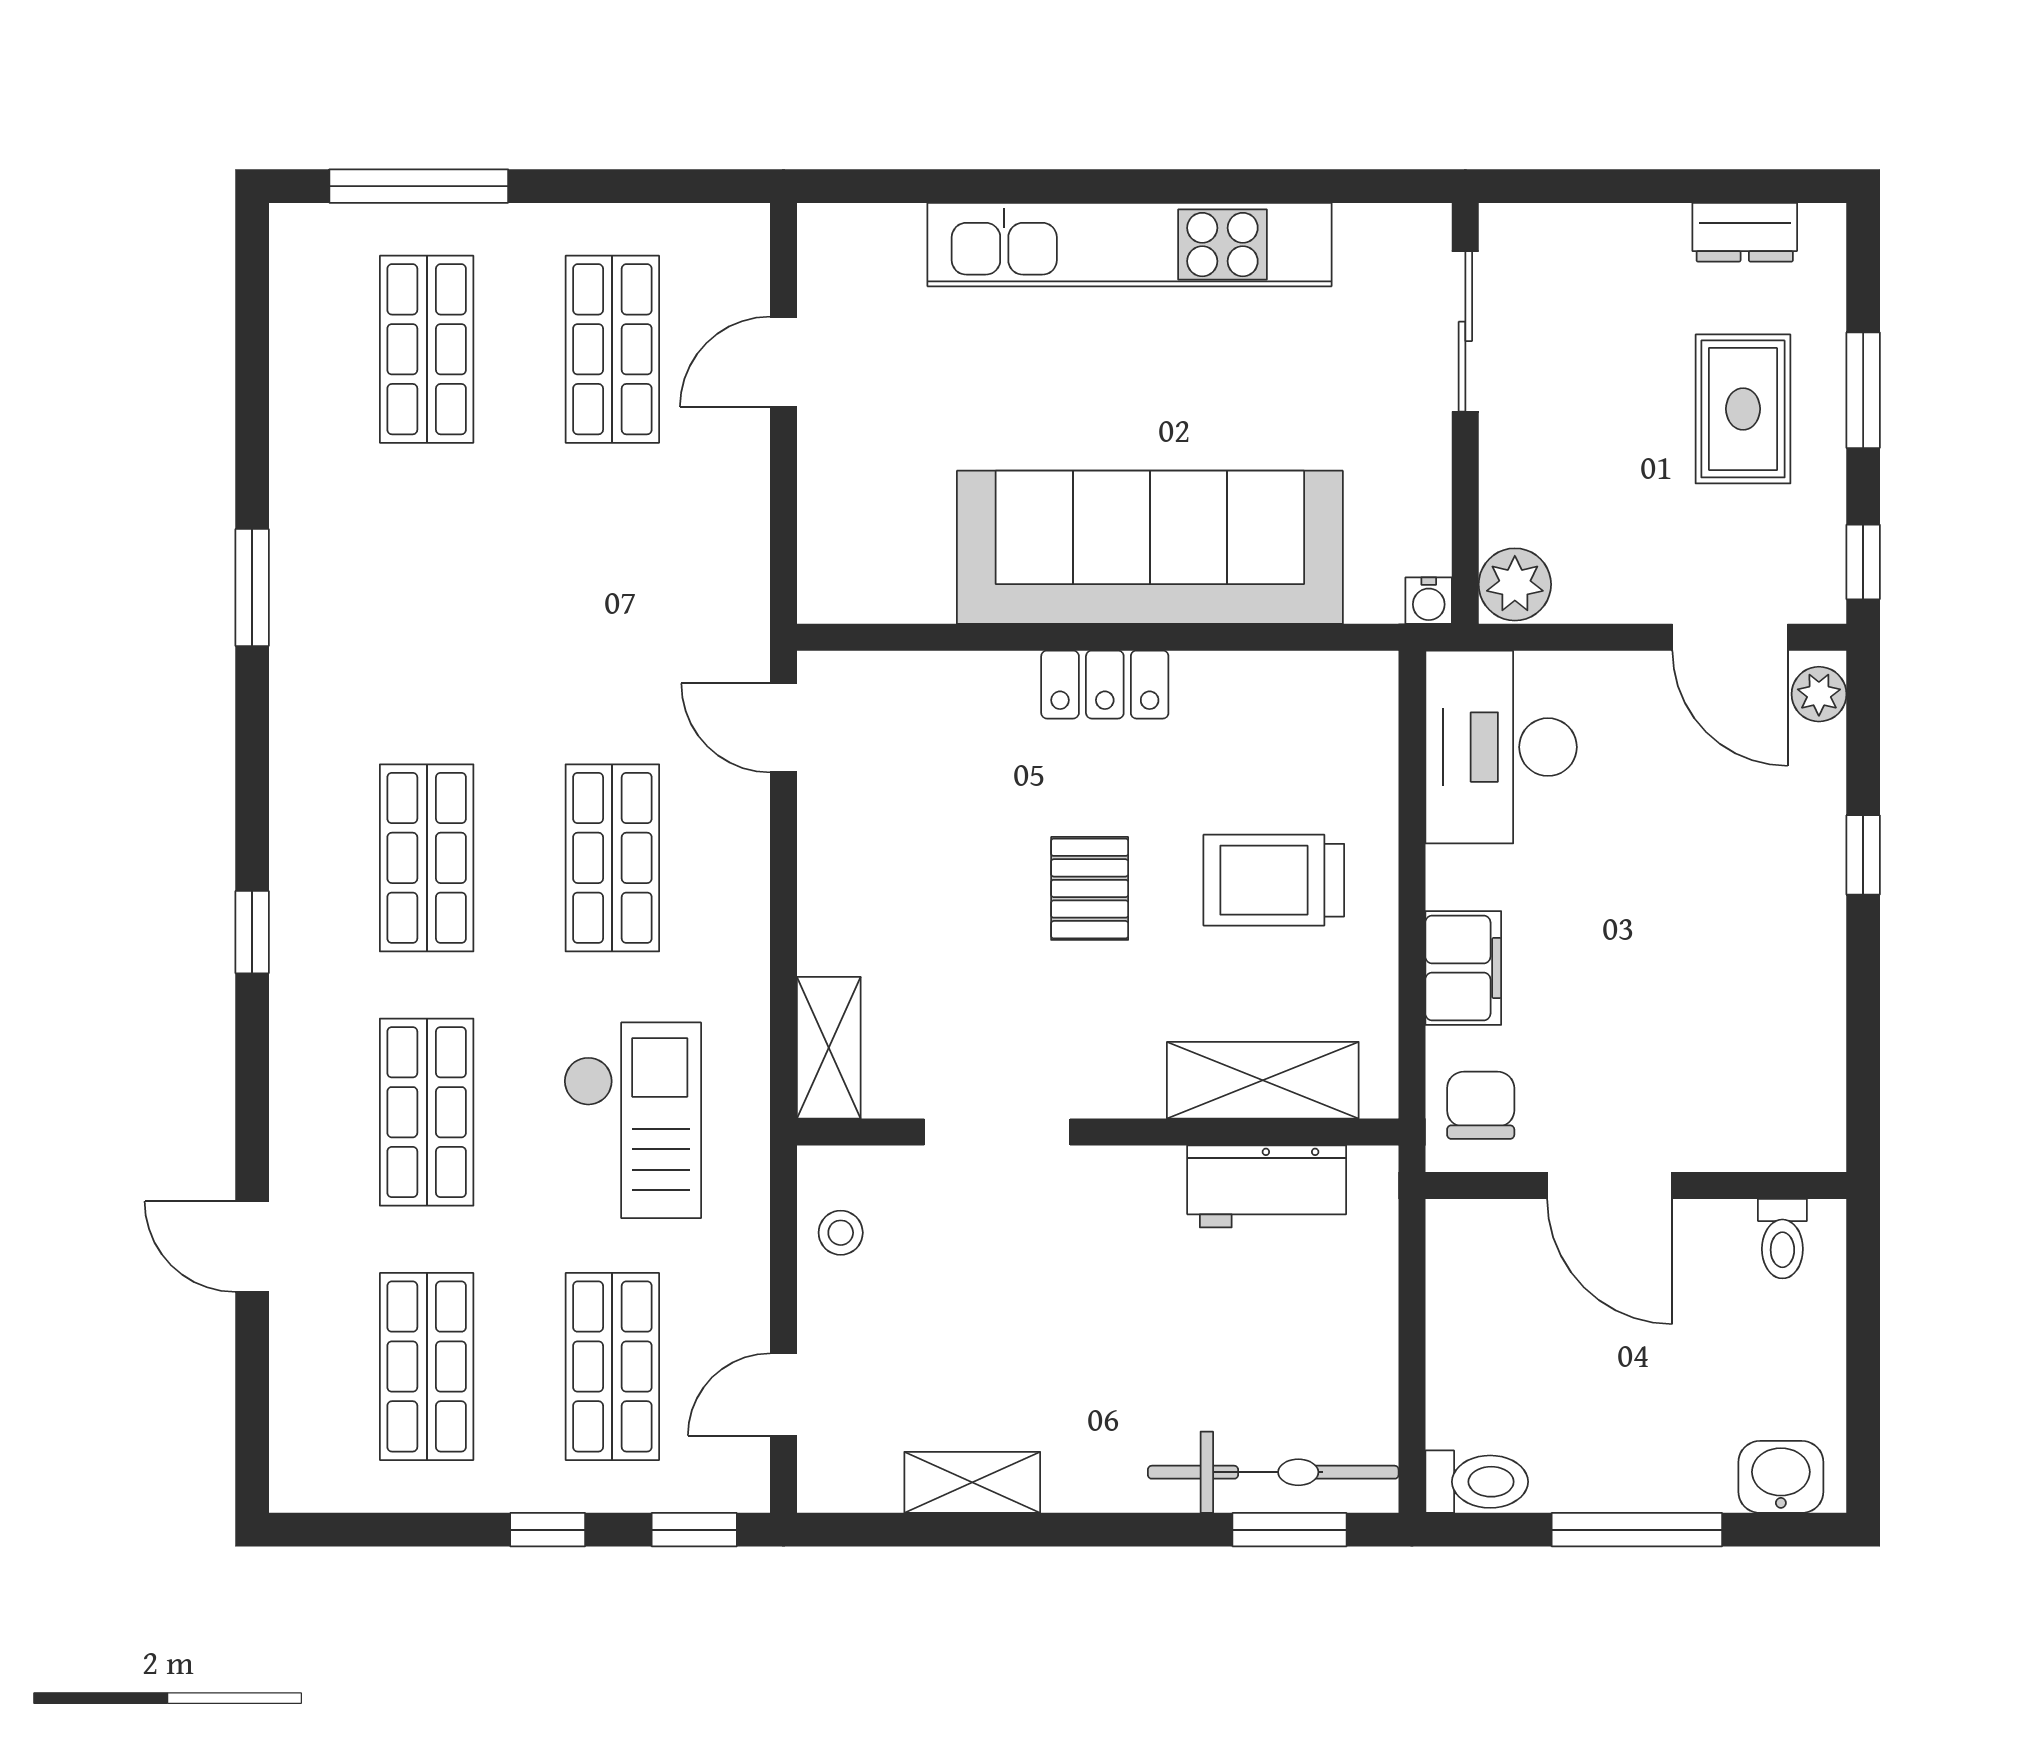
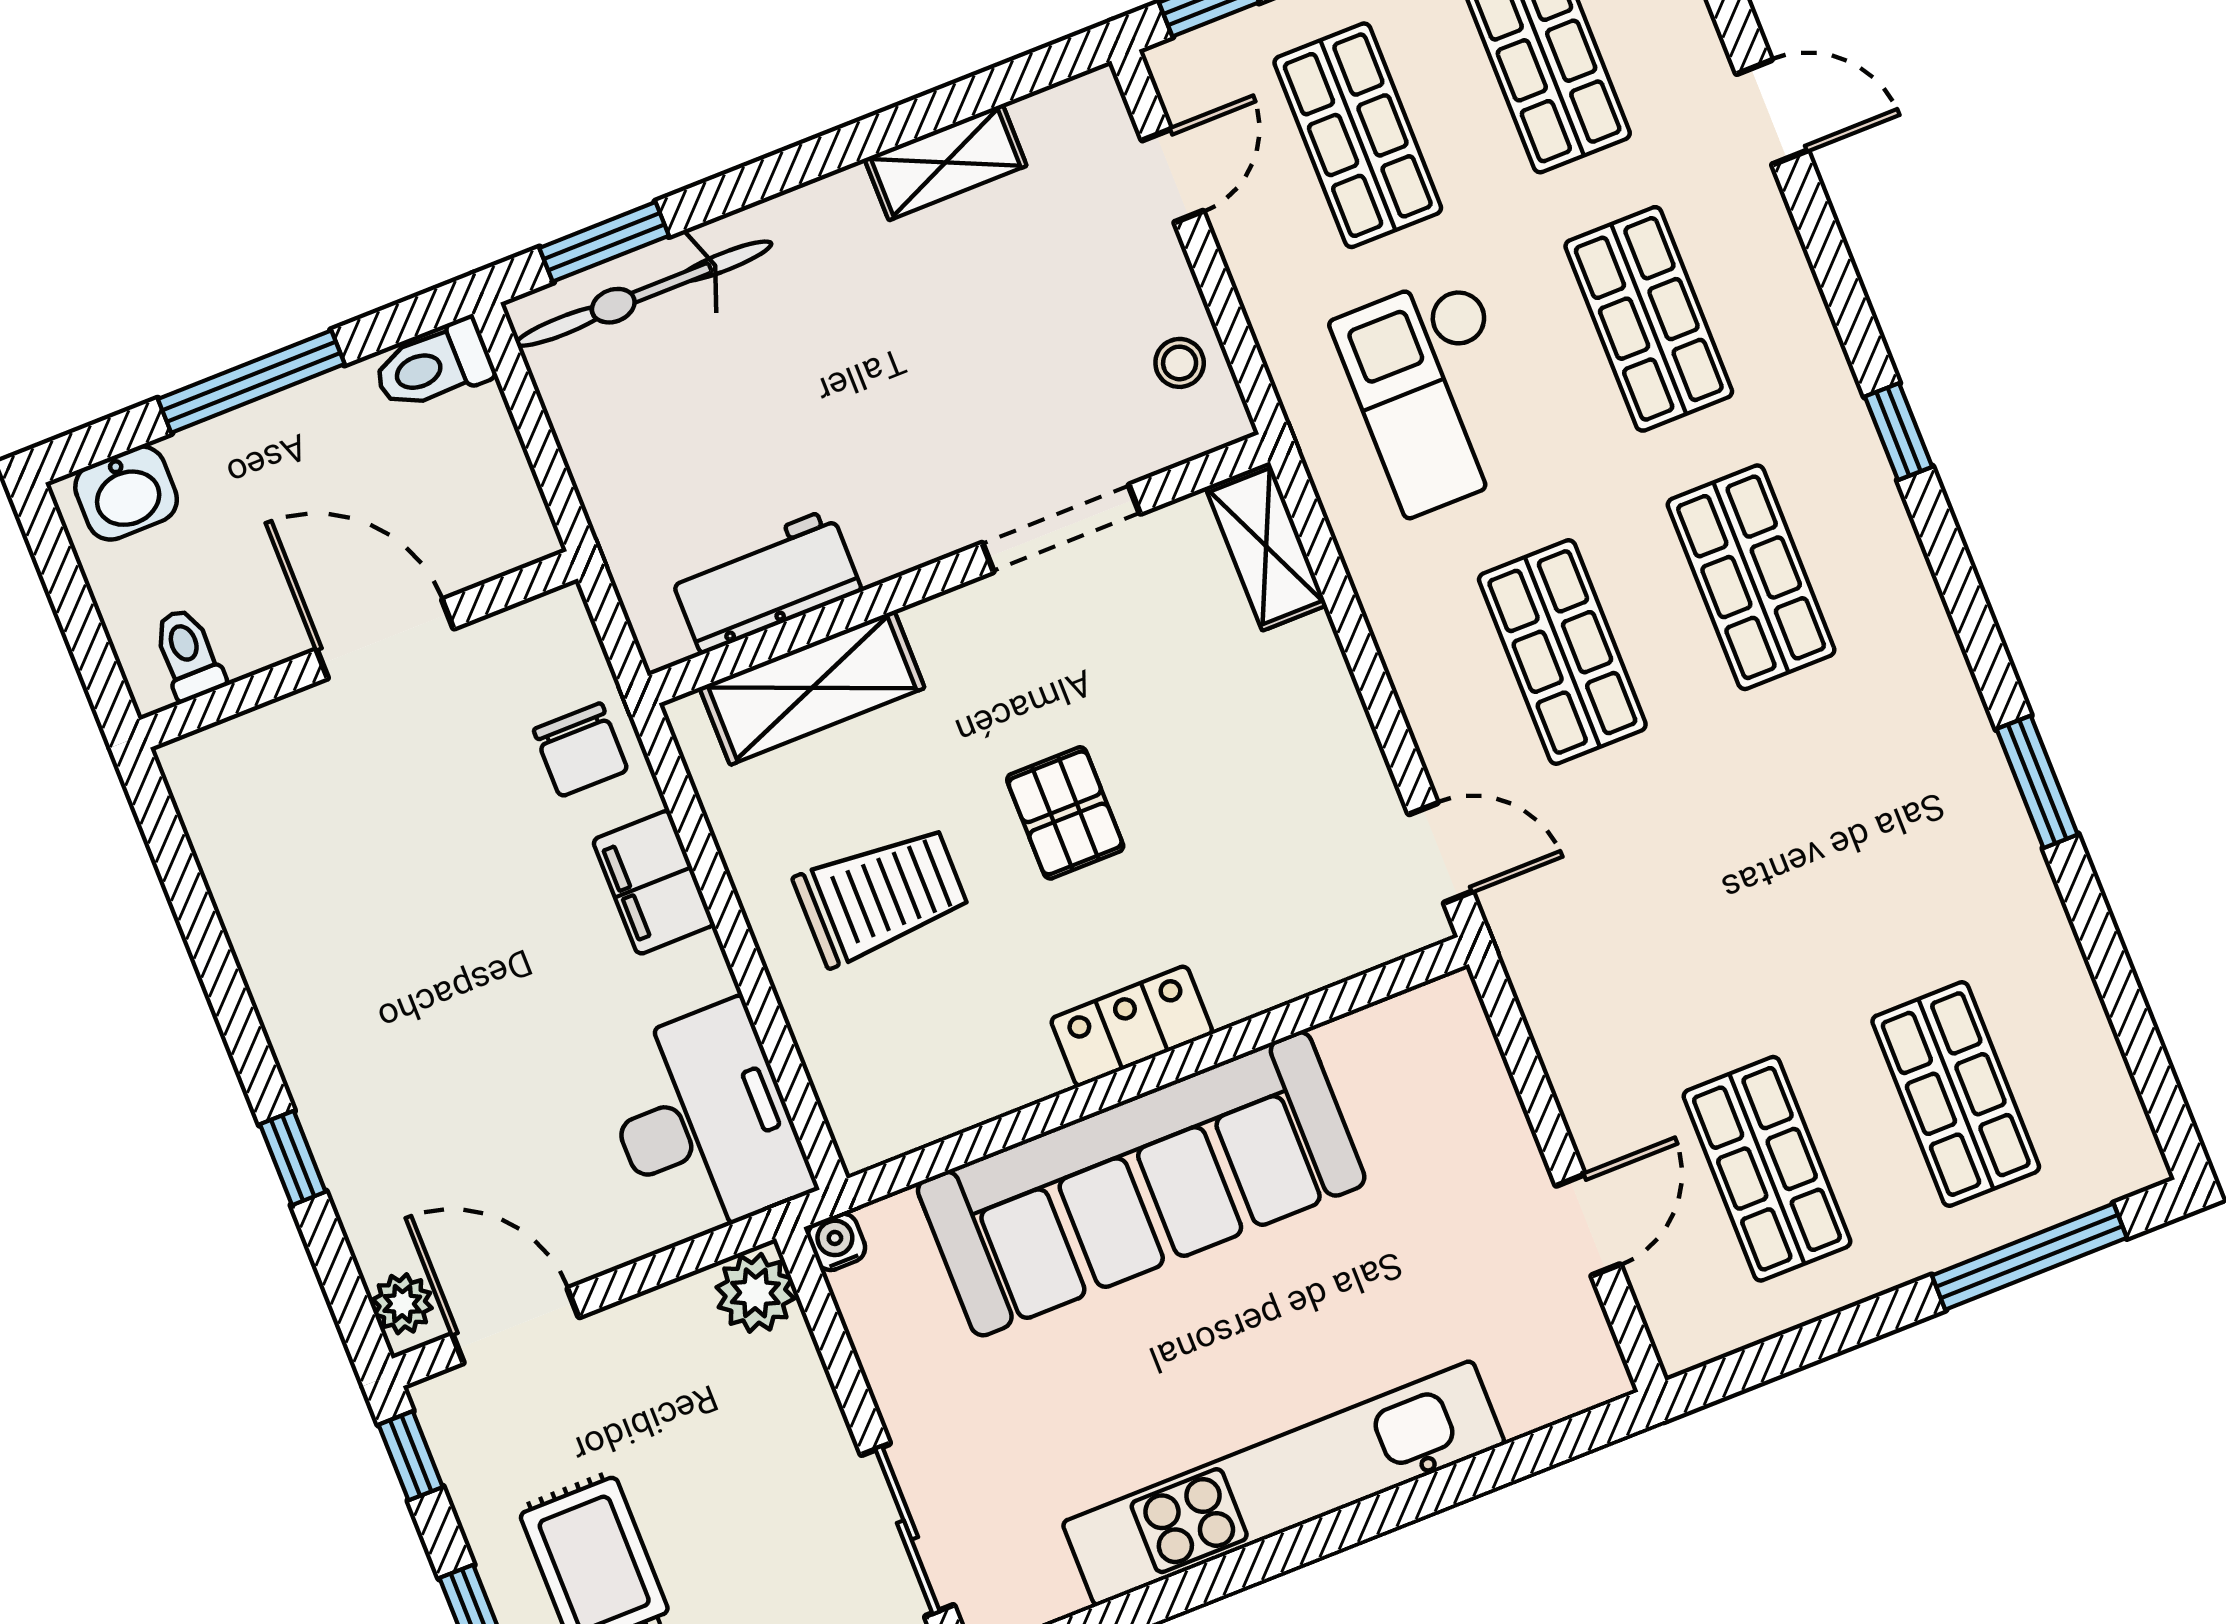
door: (1610, 1185) -> (385, 639), moved
wall: (1636, 1185) -> (358, 649), moved
toilet: (1782, 1239) -> (188, 654), moved

